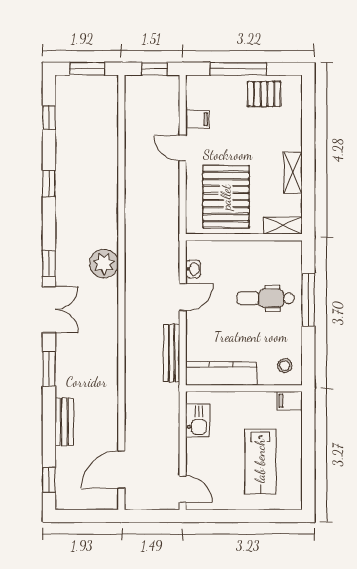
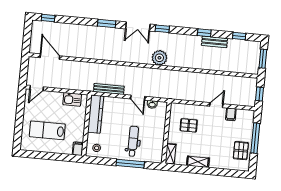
pallet: (226, 197) -> (189, 125), width x0.49, depth x0.50
bench: (64, 422) -> (214, 42), moved

